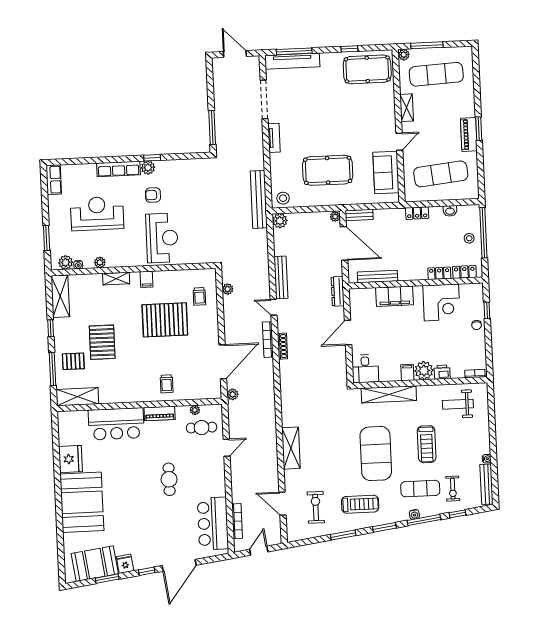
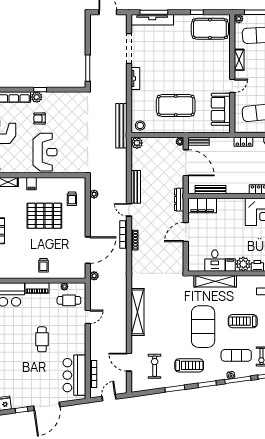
filing cabinet: (395, 296) -> (202, 205), moved
desk: (365, 369) -> (215, 261), moved
treadmill: (427, 444) -> (243, 321), turned 90
shelving: (291, 448) -> (138, 312), width x1.47

